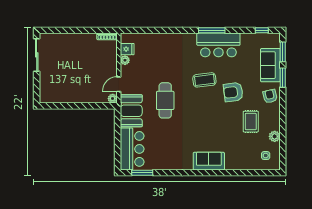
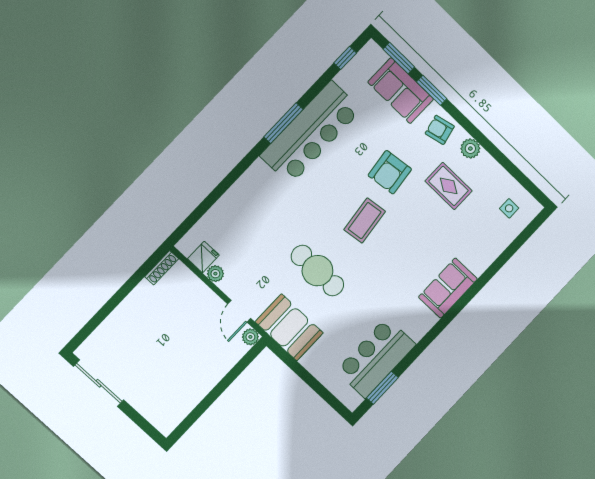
bar counter: (218, 45) -> (311, 133), width x1.36
coffee table: (204, 80) -> (365, 221), moved
plant: (275, 136) -> (470, 149), moved
bar counter: (132, 149) -> (376, 358), moved, turned -90

